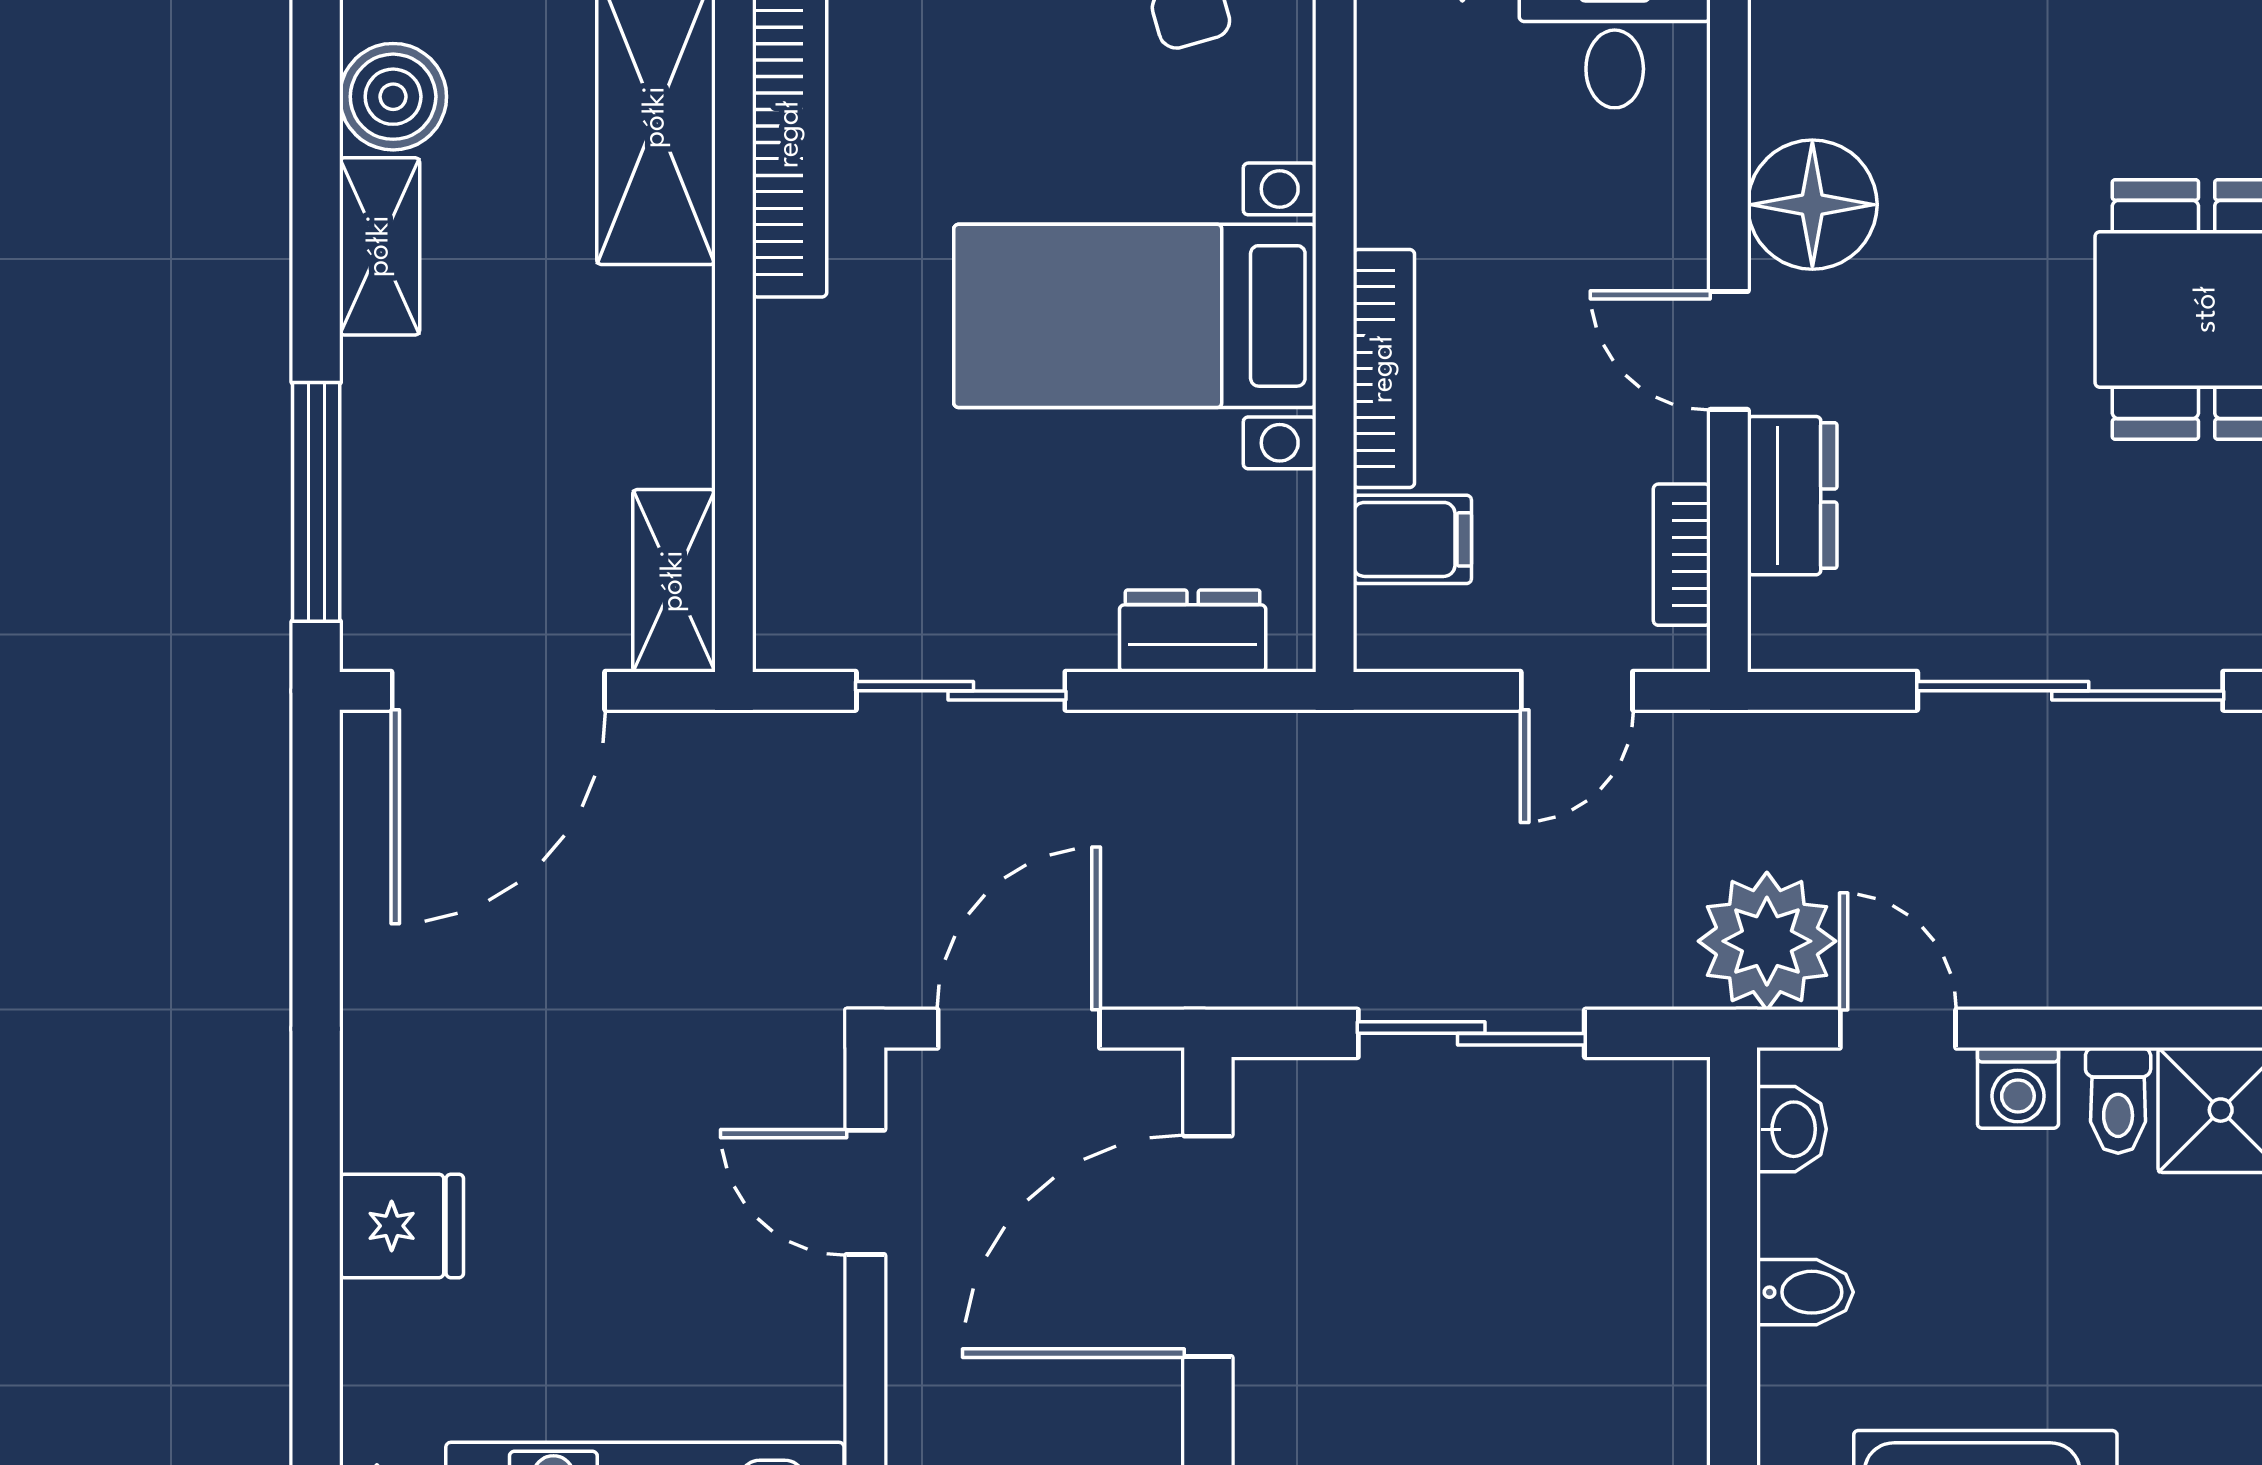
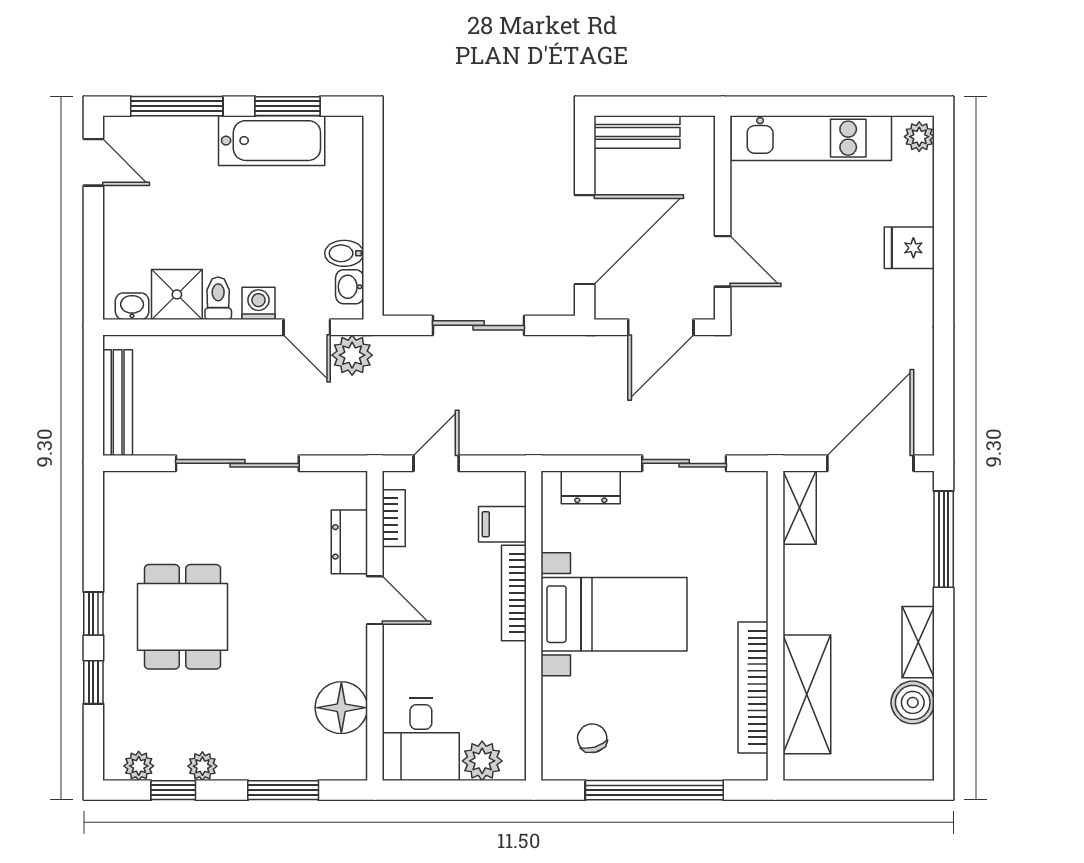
floor lamp: (1812, 205) -> (341, 708), moved
plant: (1767, 941) -> (352, 355), width x0.73, depth x0.73
bidet: (1805, 1292) -> (344, 253), moved

